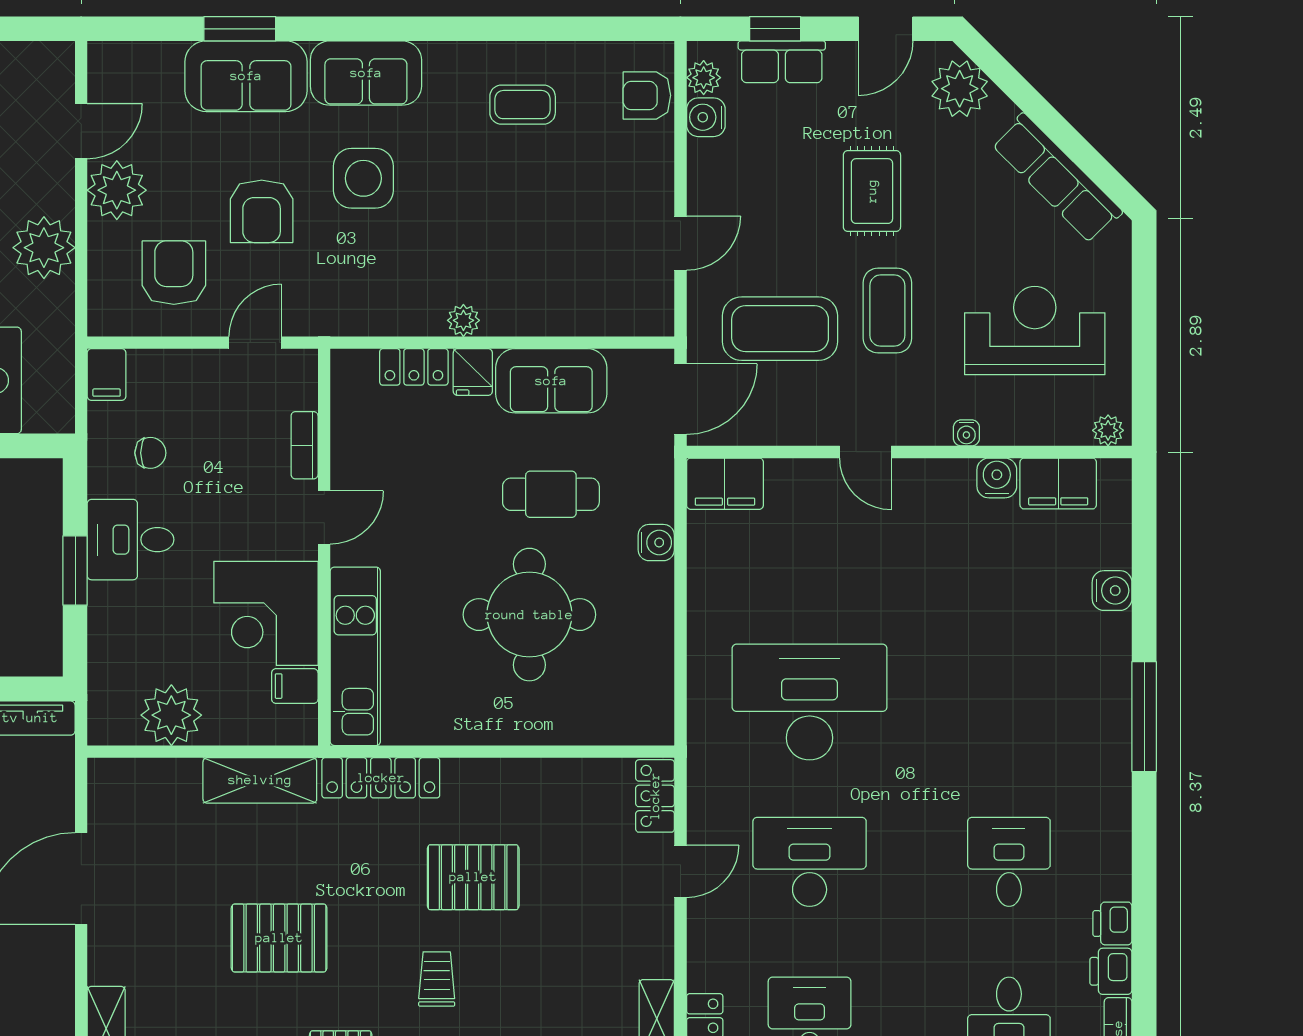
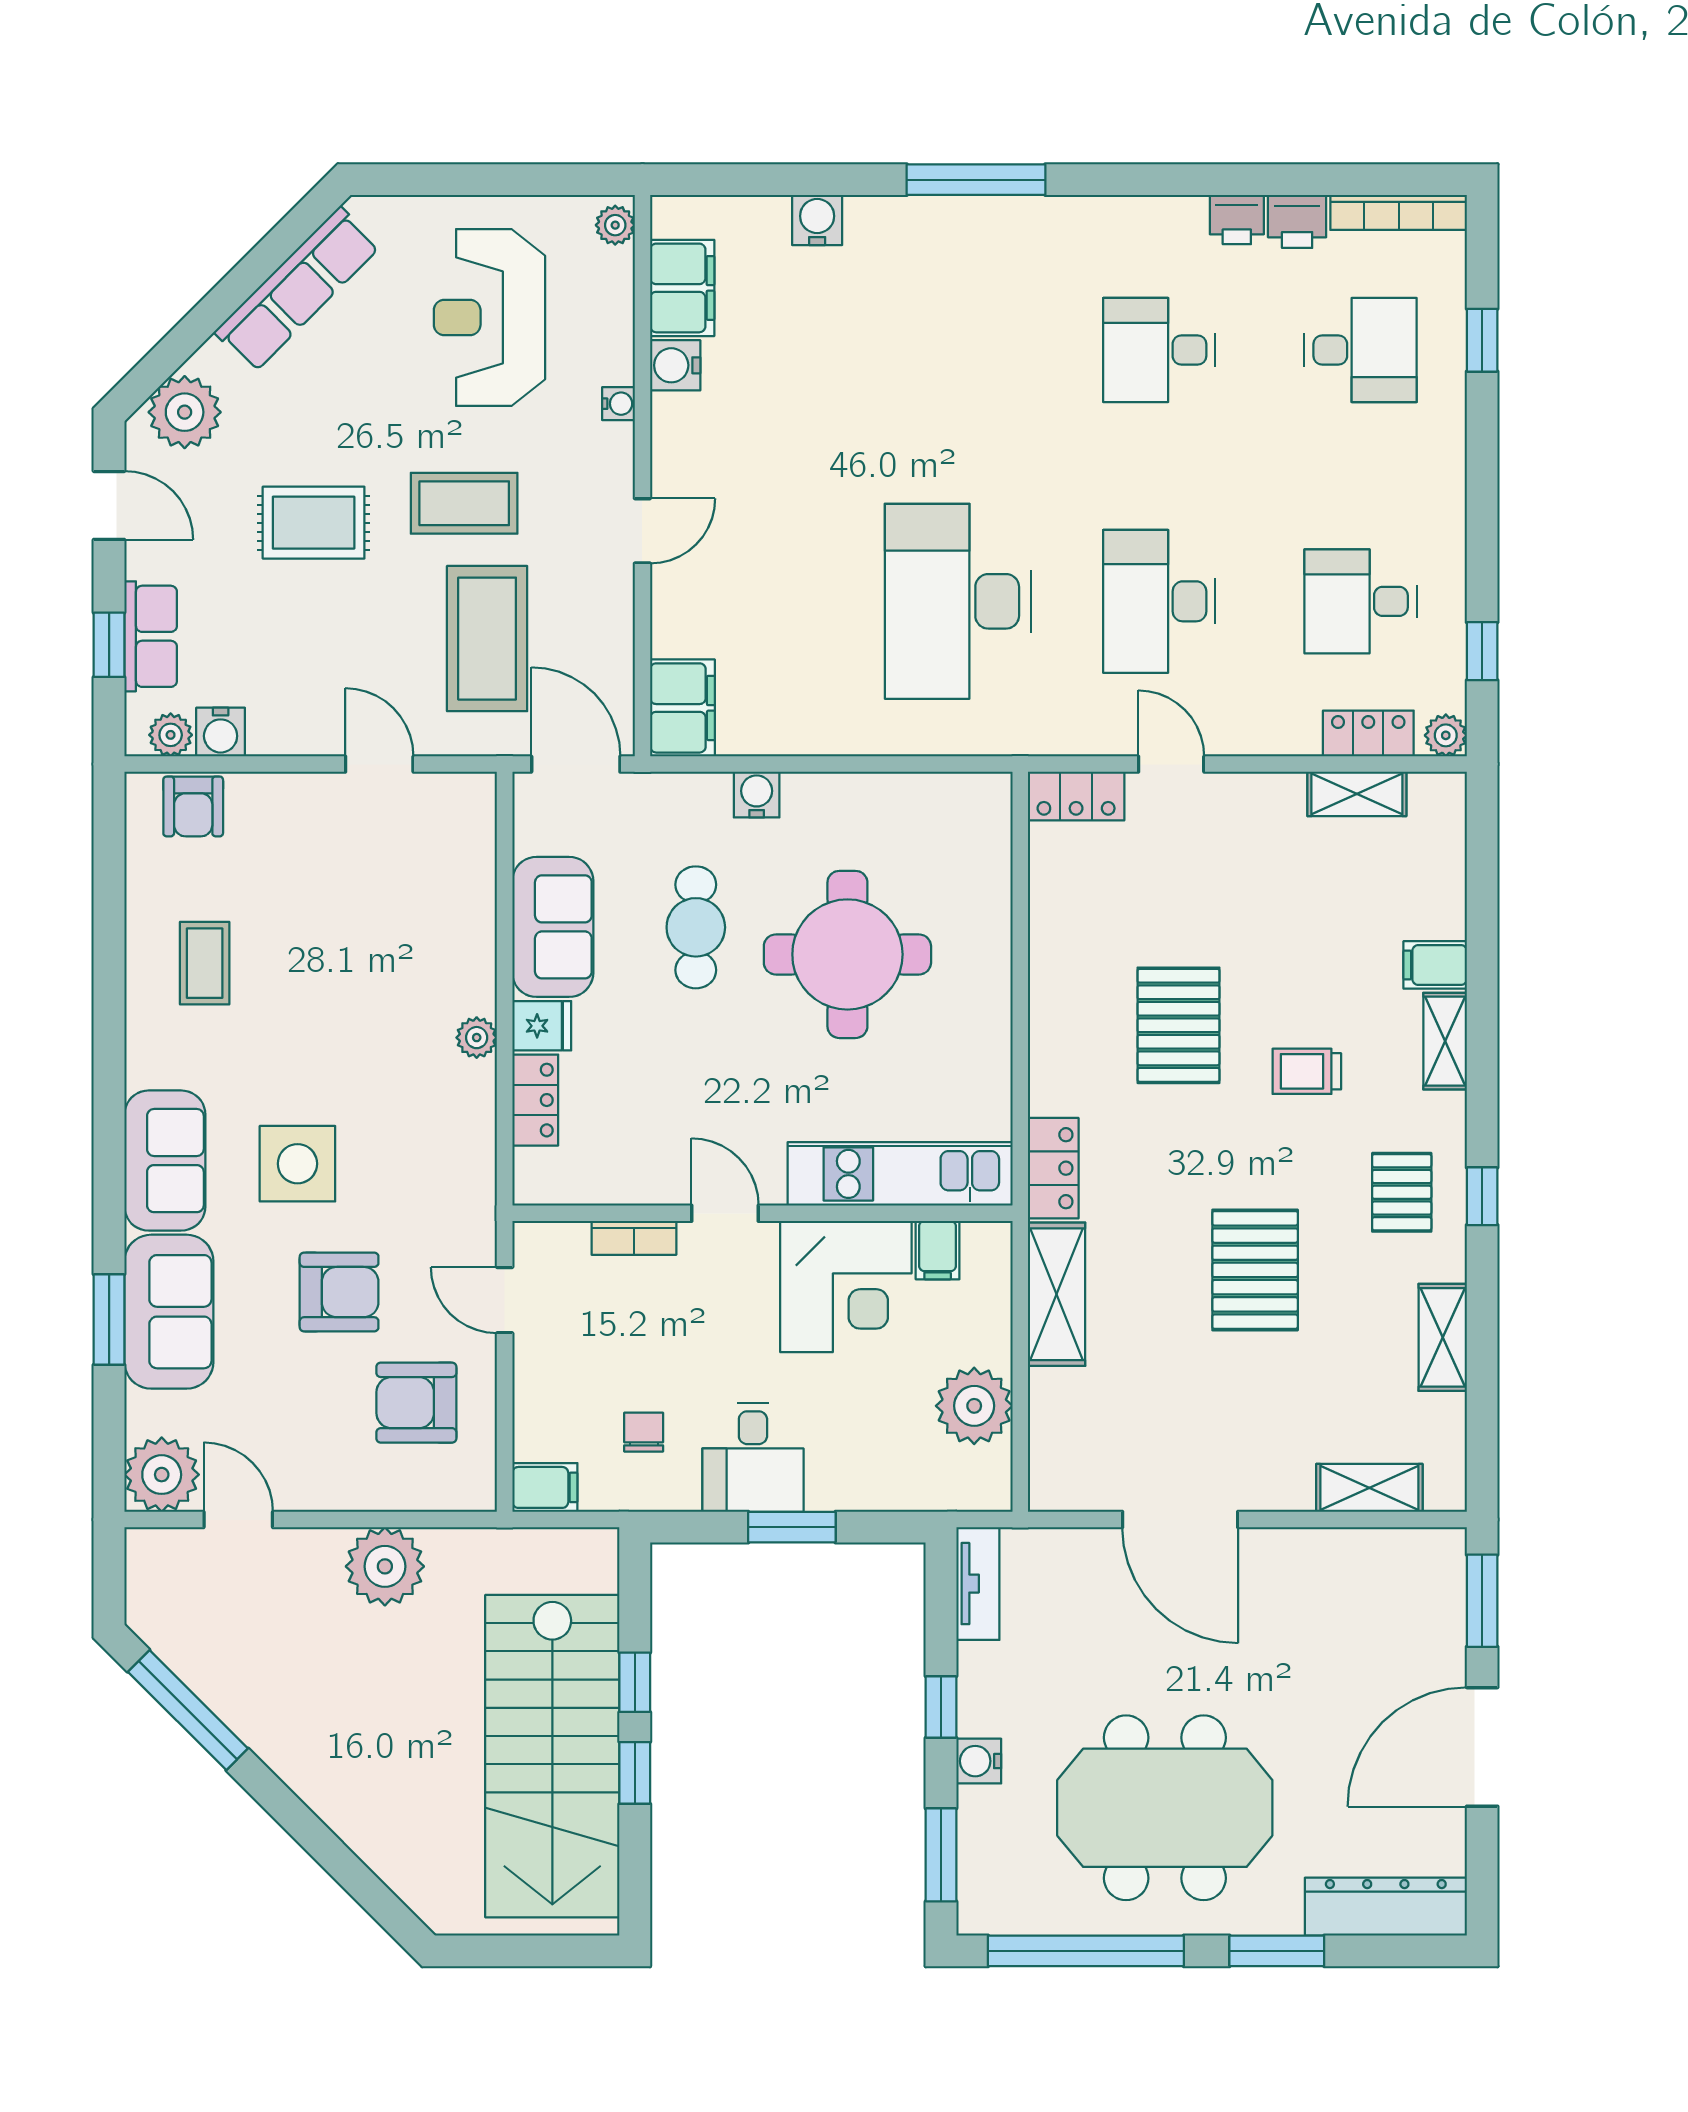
plant: (117, 190) -> (162, 1475), moved
locker: (381, 778) -> (1053, 1168), width x0.66

